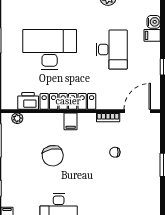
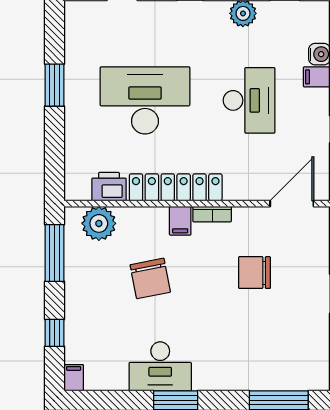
bookcase: (108, 117) -> (212, 214), moved
plant: (17, 118) -> (99, 223), width x1.87, depth x1.87
chair: (115, 152) -> (255, 273), width x1.87, depth x1.87

